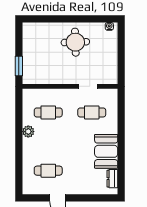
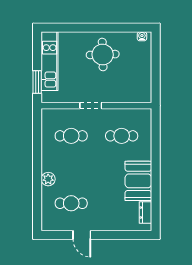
kitchen unit: (30, 48) -> (50, 61), added
doorway: (88, 86) -> (91, 106), moved
plant: (28, 132) -> (48, 179), moved

